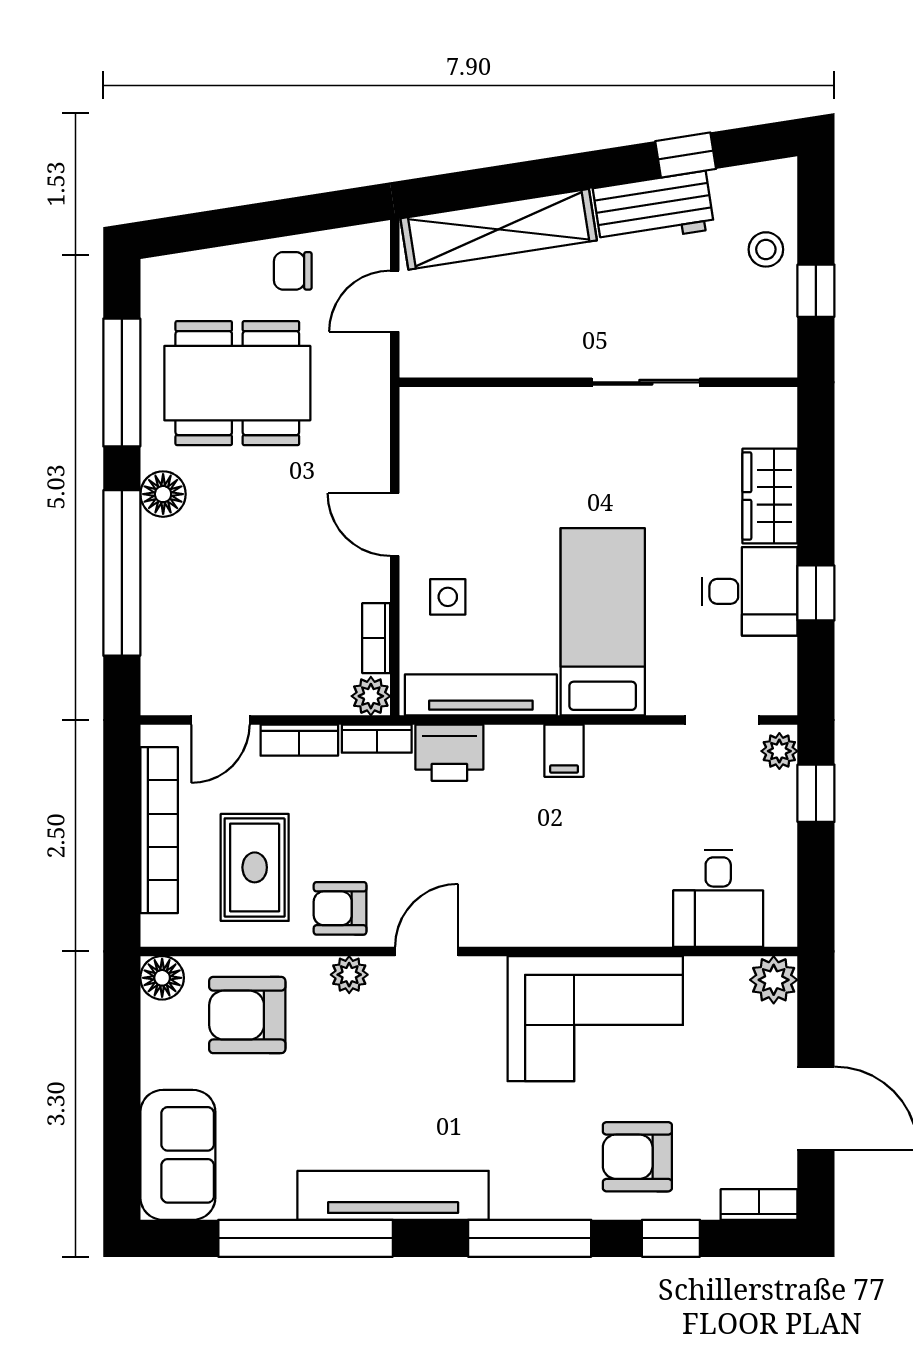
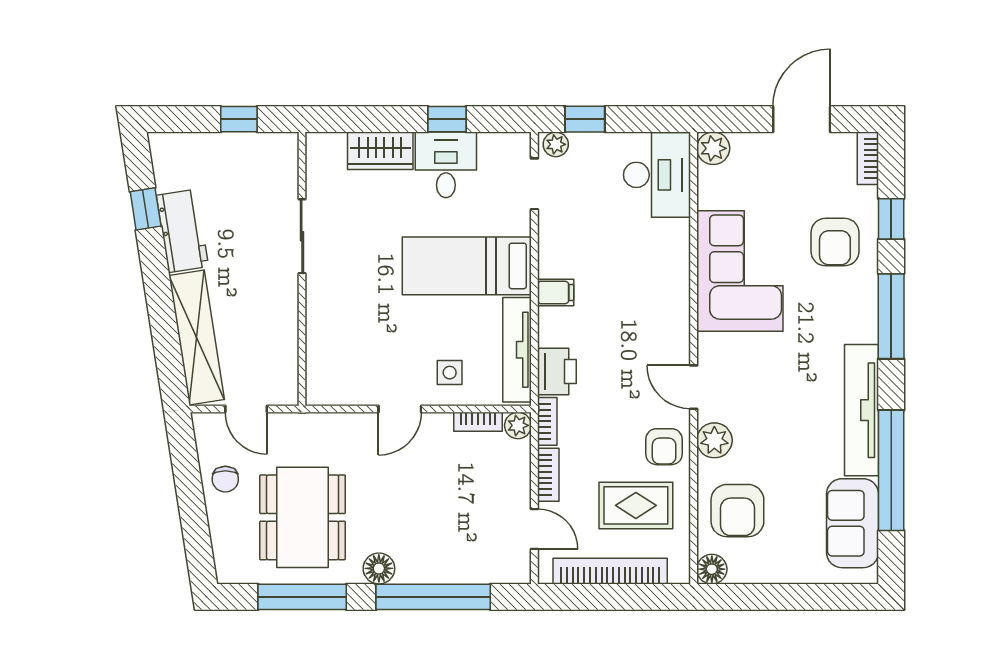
stool: (766, 249) -> (211, 154), removed
desk: (718, 898) -> (657, 175), width x1.37
plant: (349, 975) -> (714, 440), width x1.38, depth x1.38
sofa: (178, 1155) -> (853, 523), moved, turned -90

